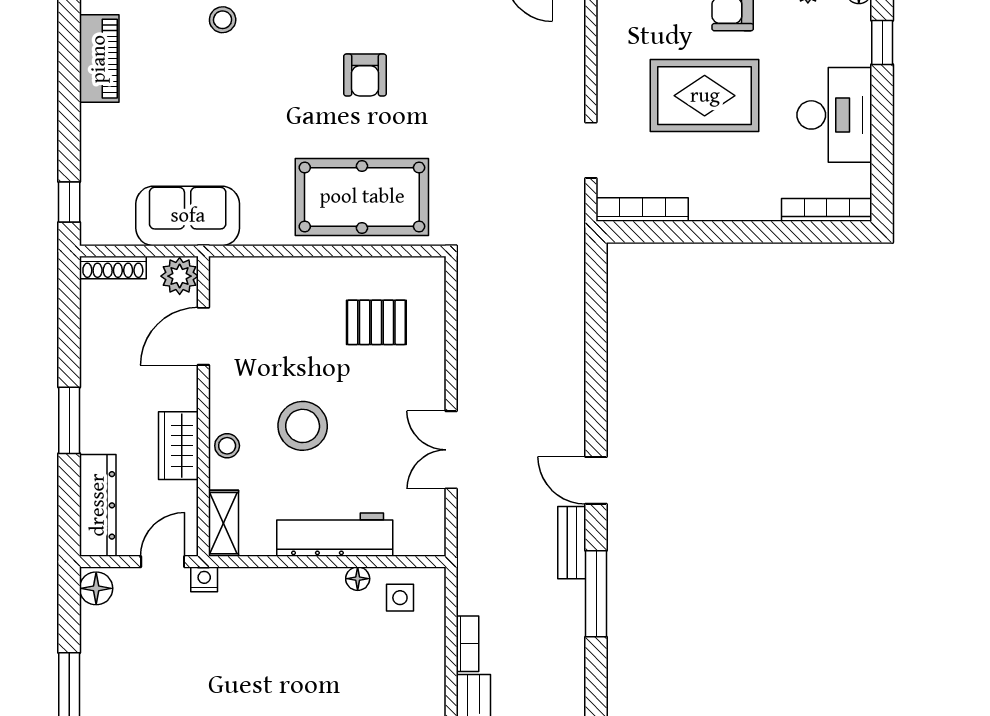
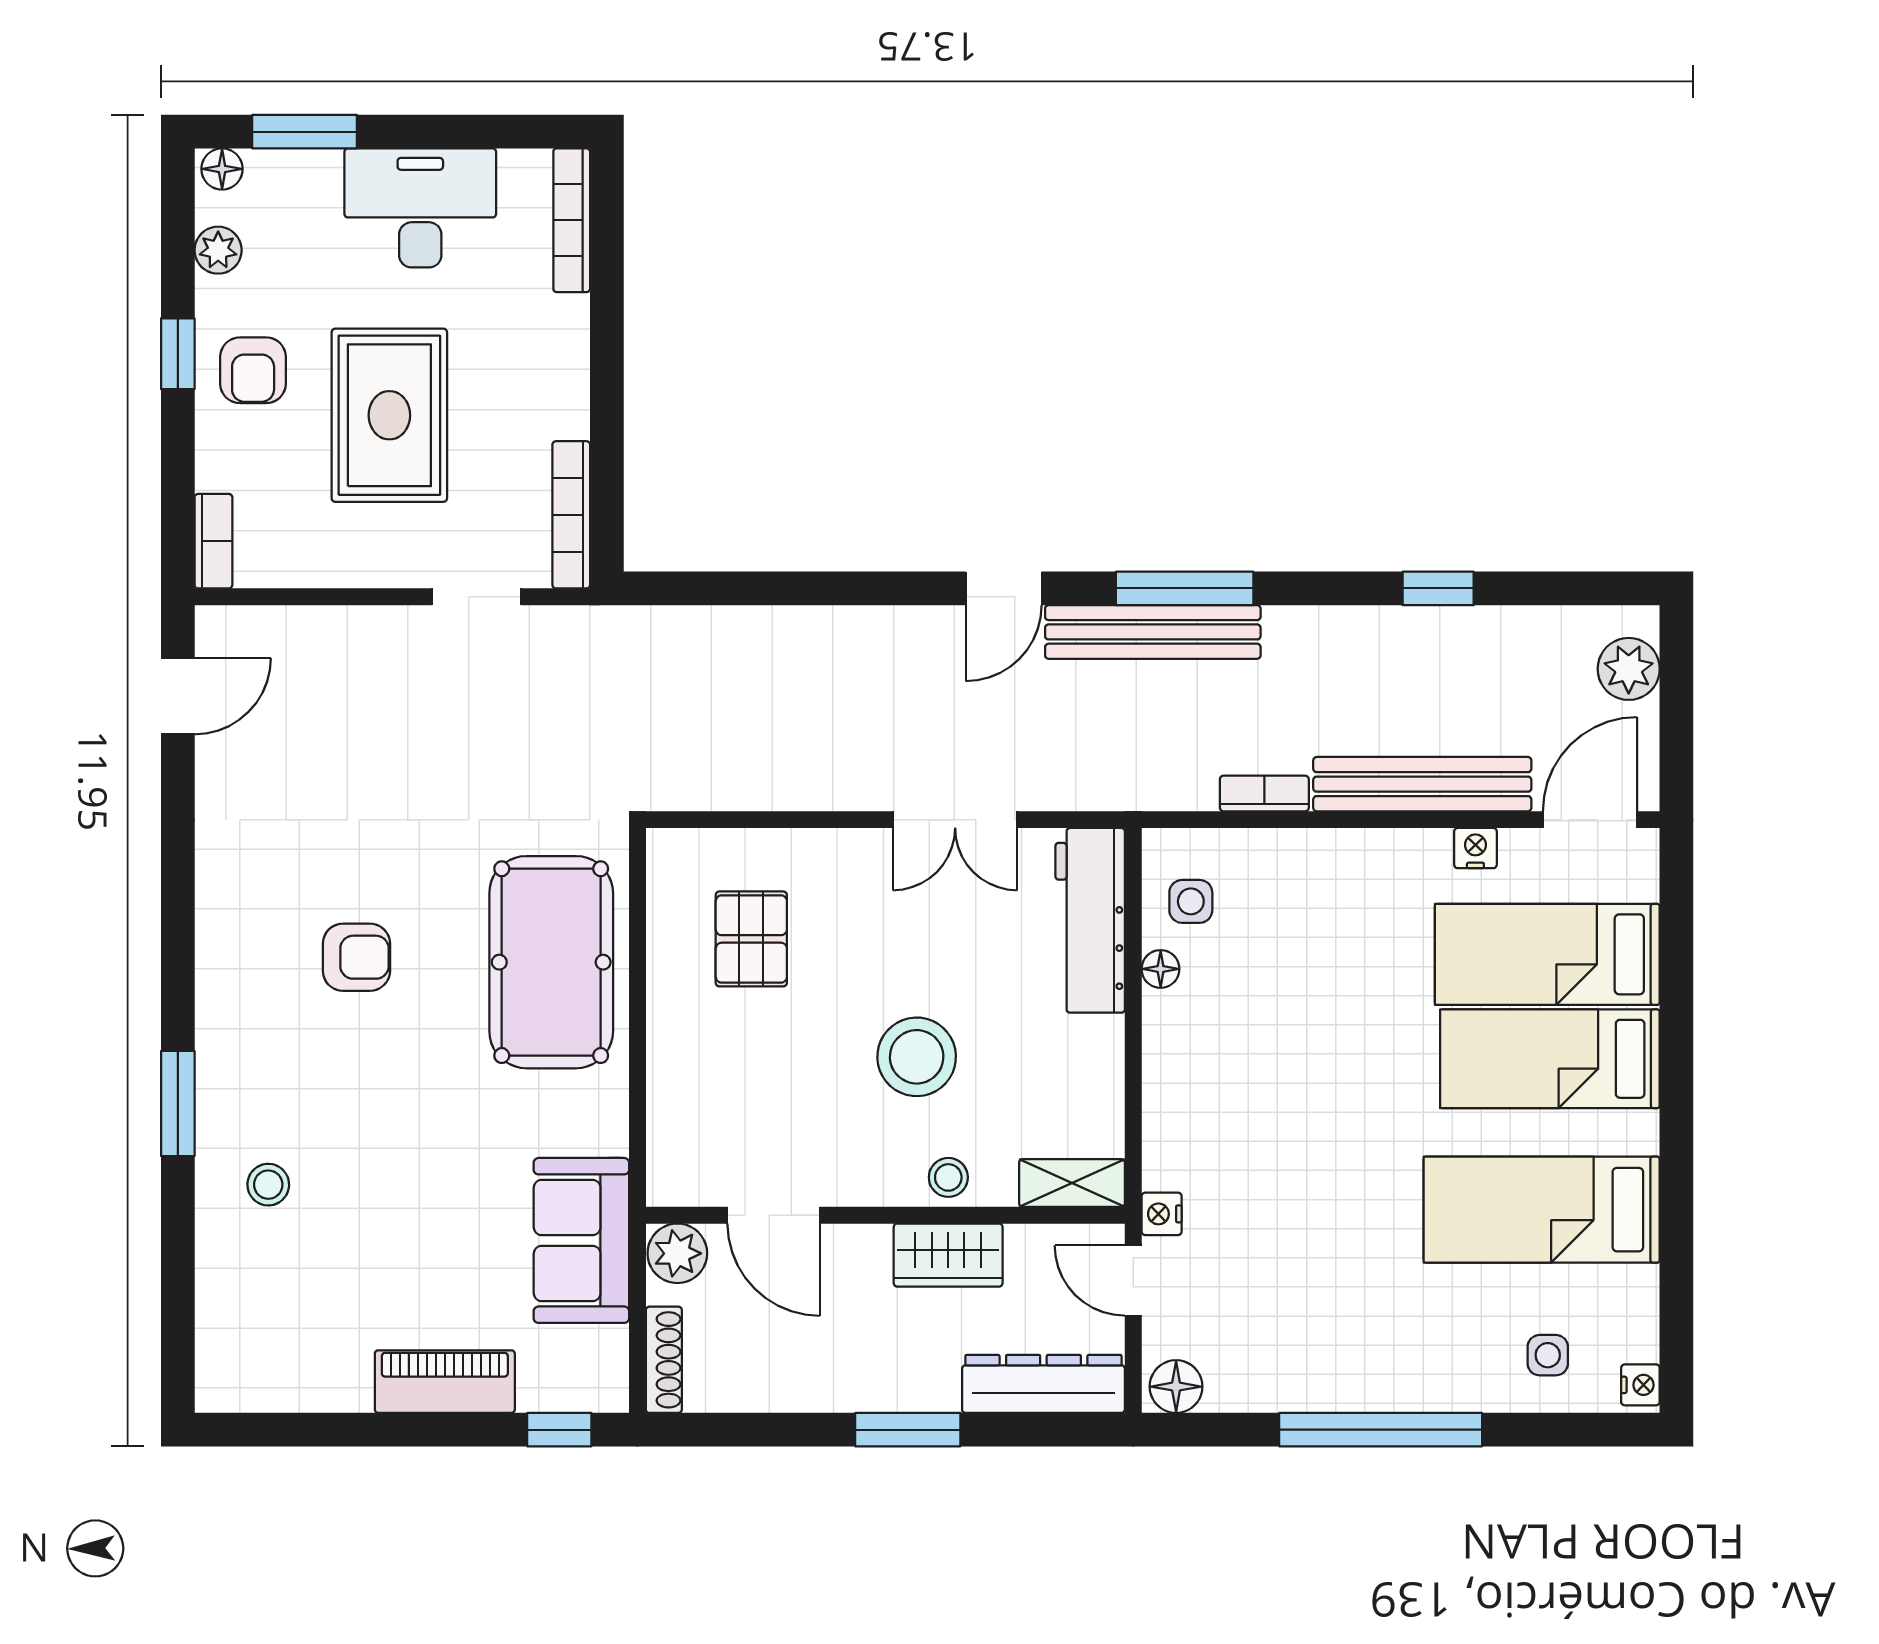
window: (882, 43) -> (305, 132), width x1.50
piano: (99, 59) -> (445, 1382), moved
workbench: (335, 535) -> (1090, 920), moved
bench: (572, 543) -> (1153, 632), width x1.86, depth x1.21

